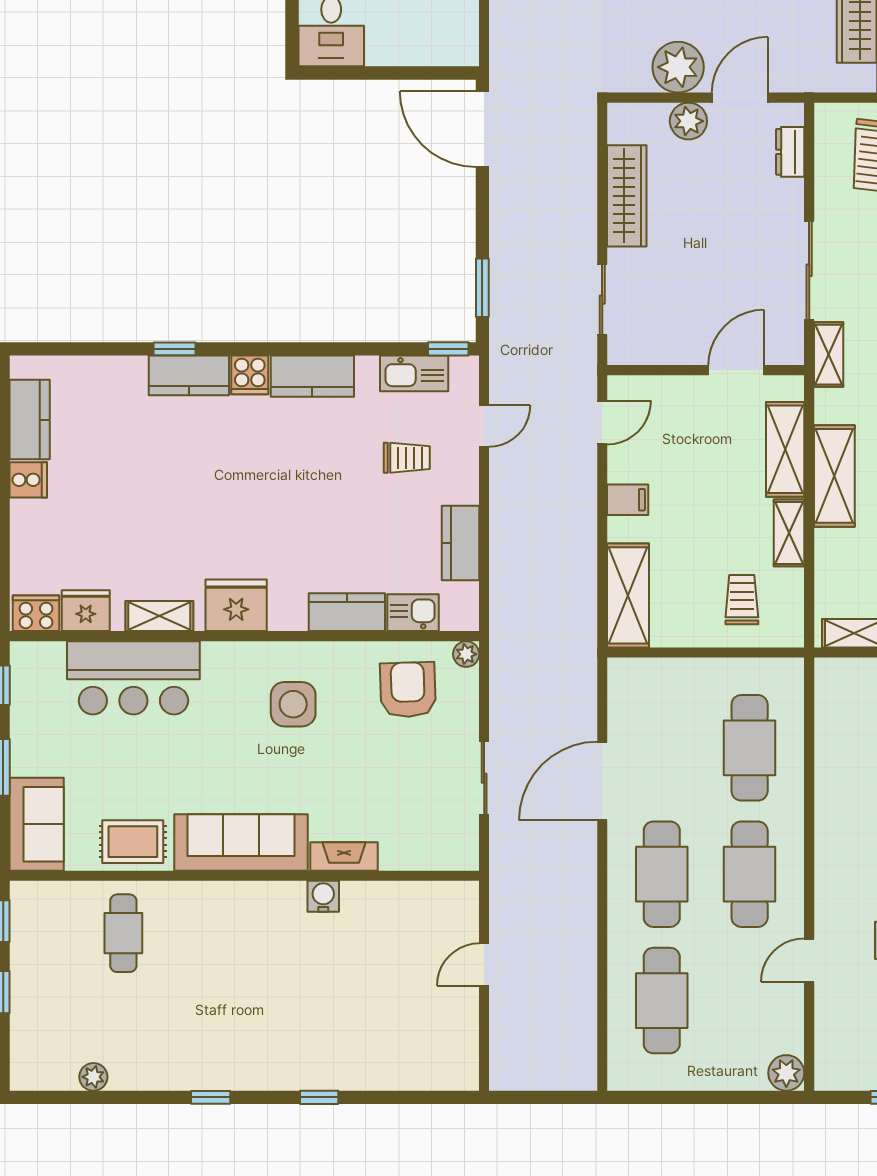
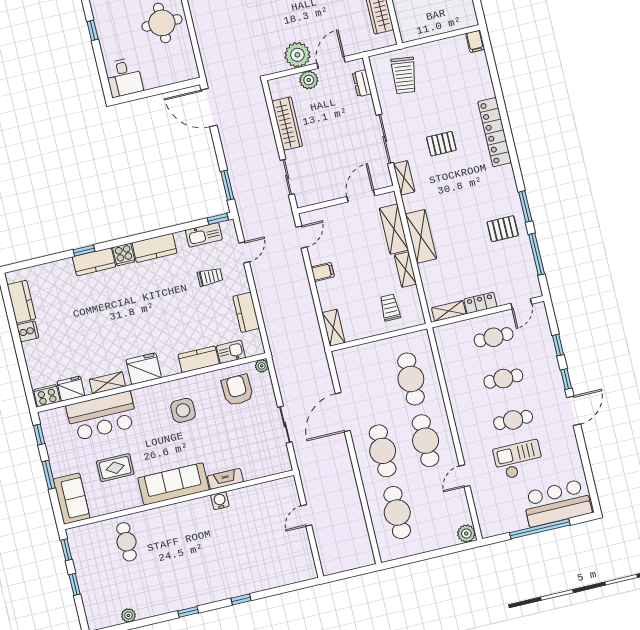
shelving: (628, 595) -> (333, 328), width x0.67, depth x0.75
rug: (133, 842) -> (115, 468), moved

